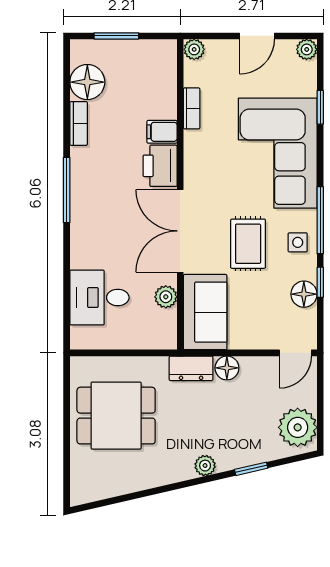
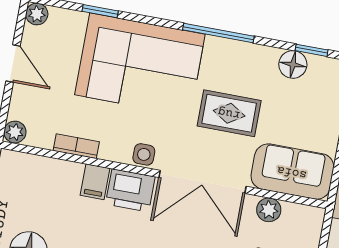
side table: (298, 242) -> (144, 154), moved
window: (320, 282) -> (312, 50), moved

